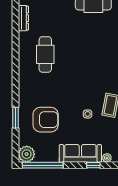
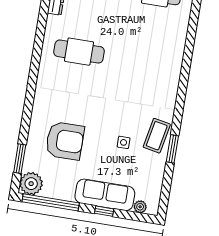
cafe table: (45, 54) -> (79, 52), turned 90
window: (15, 118) -> (20, 159), moved
window: (93, 165) -> (104, 211), moved

